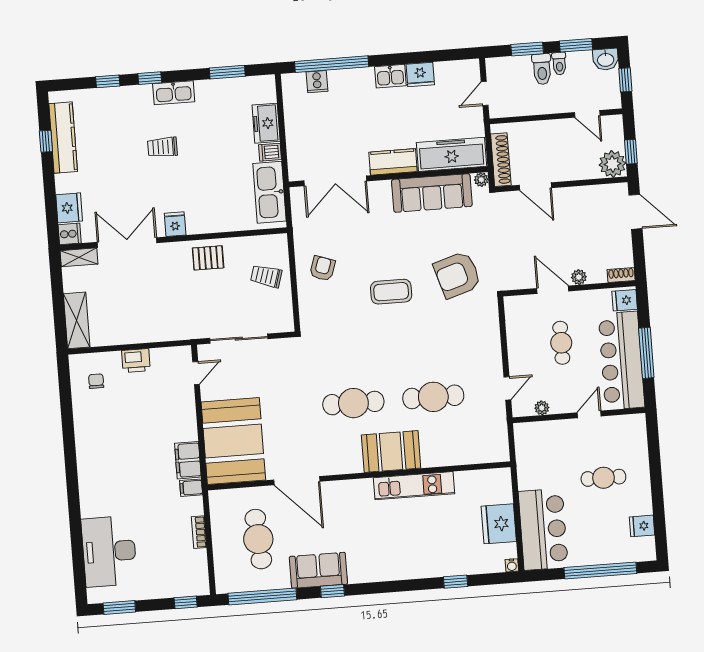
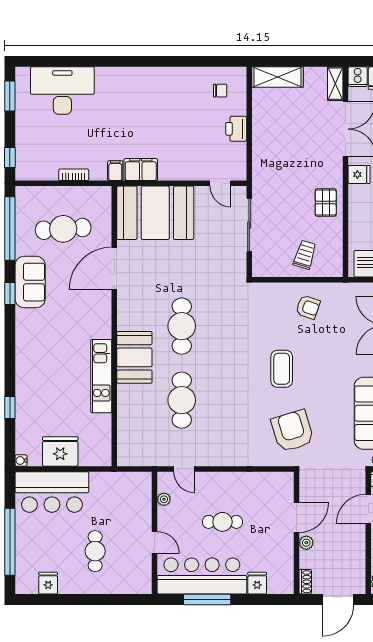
shoe rack: (621, 275) -> (305, 582), moved
plant: (579, 277) -> (306, 543), moved
wall: (569, 288) -> (297, 533), moved
door: (553, 290) -> (297, 518), moved

